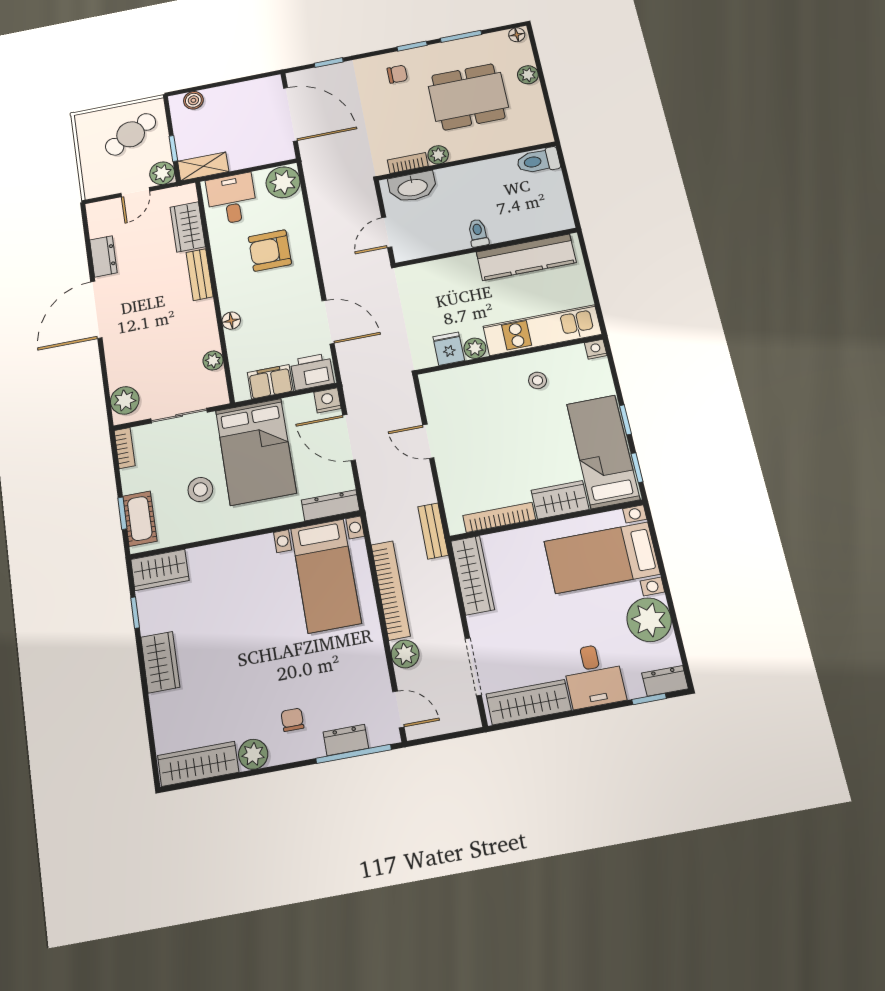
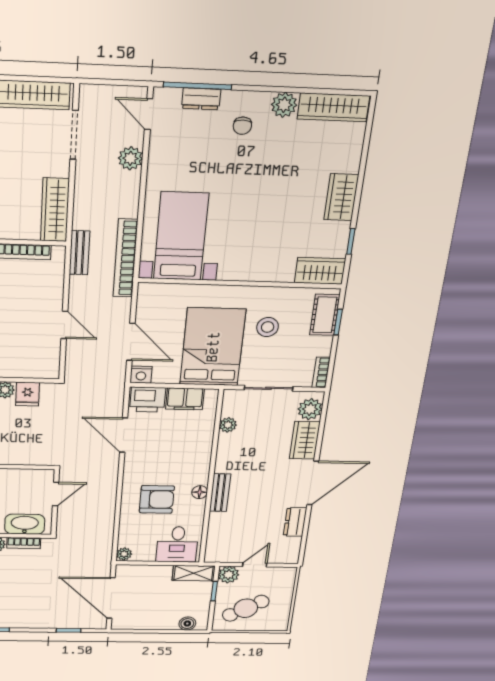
chair: (397, 74) -> (14, 611), removed
plant: (283, 182) -> (124, 554), width x0.53, depth x0.53
wardrobe: (188, 227) -> (305, 440), moved, turned 180
floor lamp: (231, 321) -> (200, 492), moved
dresser: (330, 505) -> (161, 292), removed
bookcase: (391, 590) -> (125, 258), moved

